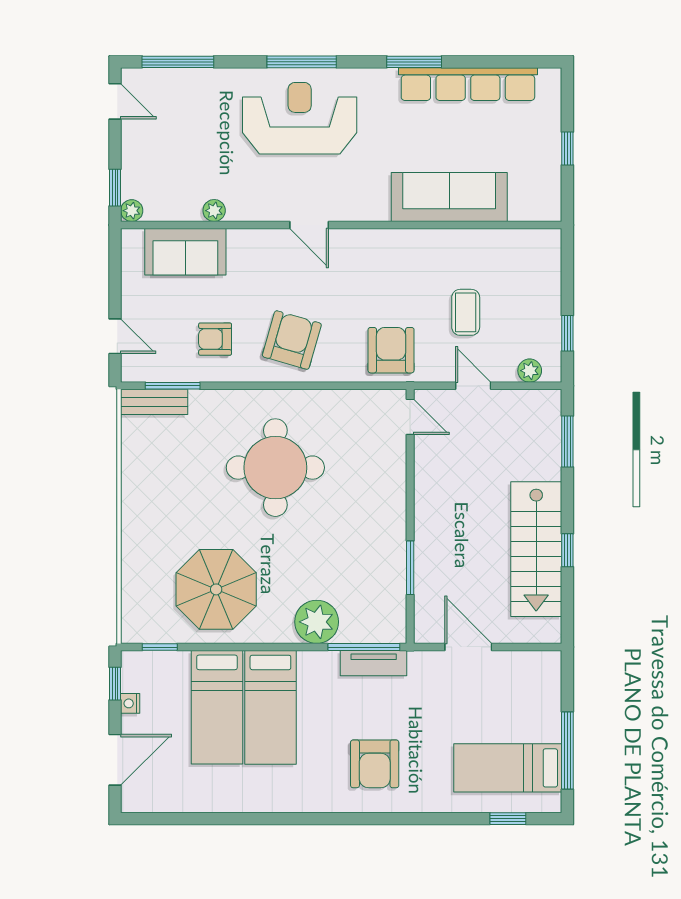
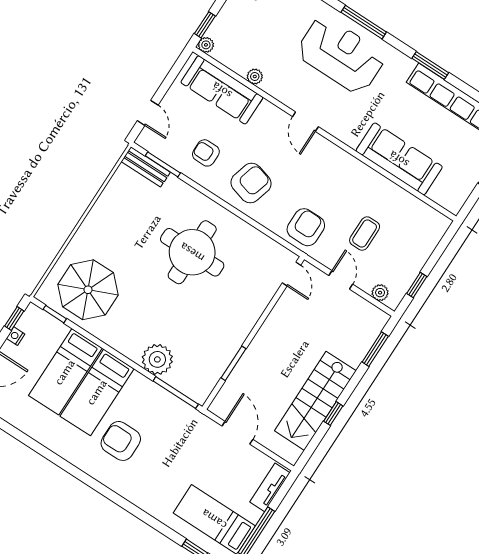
sofa: (185, 252) -> (222, 90), width x1.36
parasol: (216, 589) -> (88, 290), moved
tv unit: (374, 663) -> (270, 487), moved, turned 90
armchair: (375, 764) -> (121, 441), moved, turned 90

